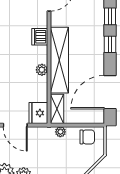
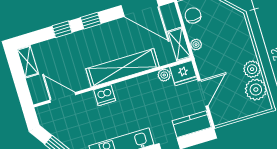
plant: (42, 70) -> (164, 75), moved
shelving: (57, 109) -> (179, 44), moved, turned 90

